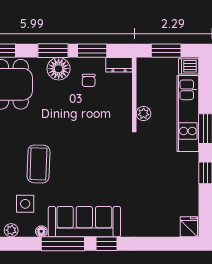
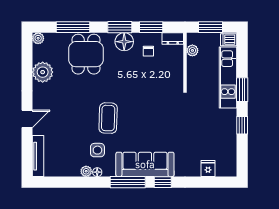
plant: (144, 114) -> (192, 50), moved
fridge: (189, 227) -> (208, 168), moved
floor lamp: (41, 231) -> (97, 172), moved

